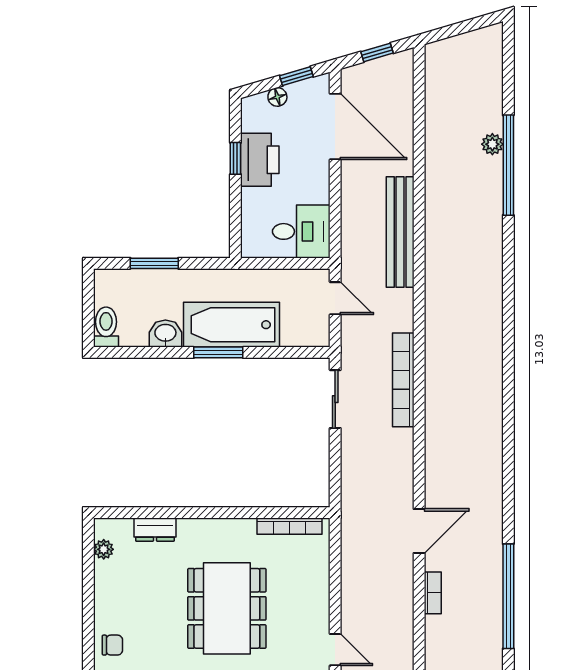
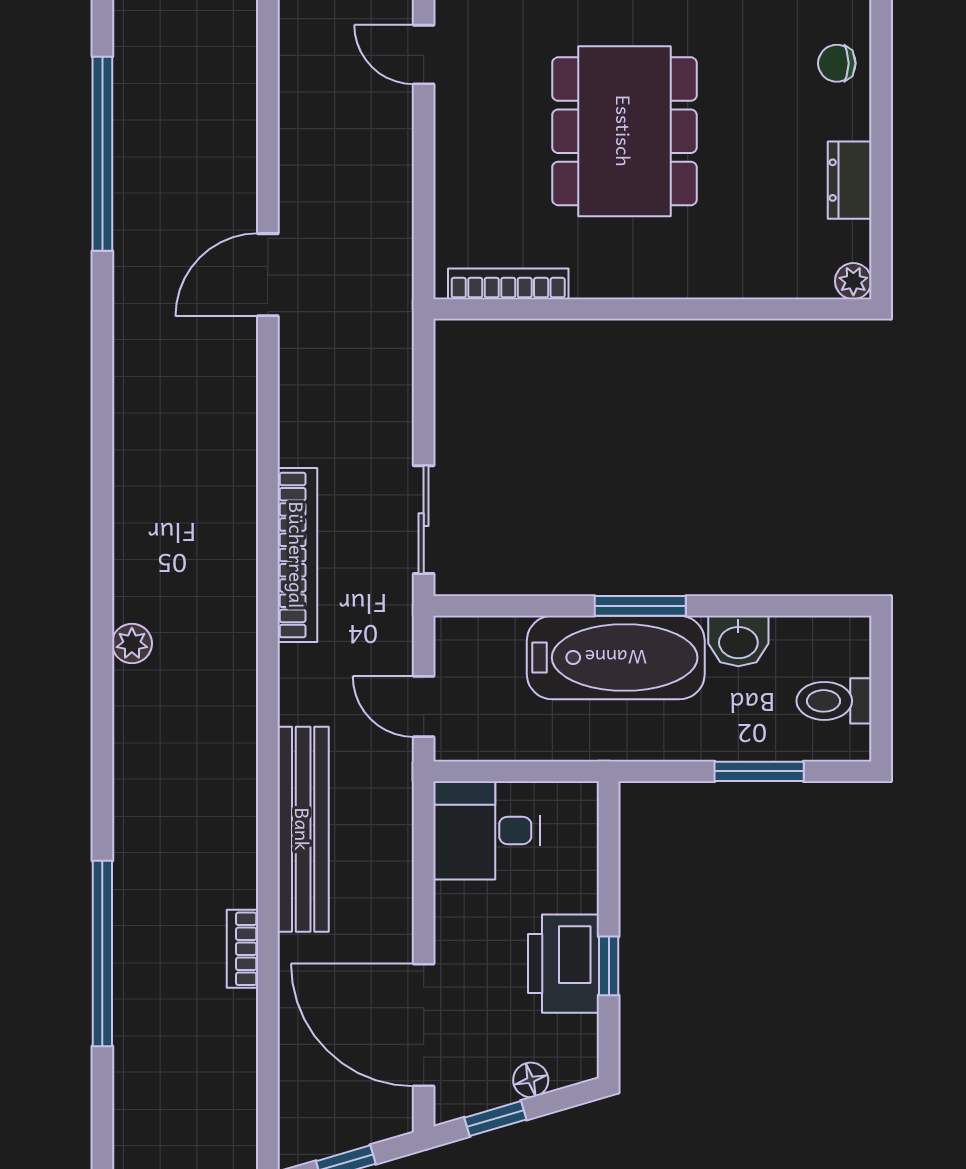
plant: (492, 144) -> (132, 643), moved
toilet: (106, 327) -> (834, 701), moved, turned 90
dresser: (155, 530) -> (850, 180), moved, turned -90
plant: (104, 549) -> (853, 281), moved
bookcase: (433, 593) -> (242, 949), moved

